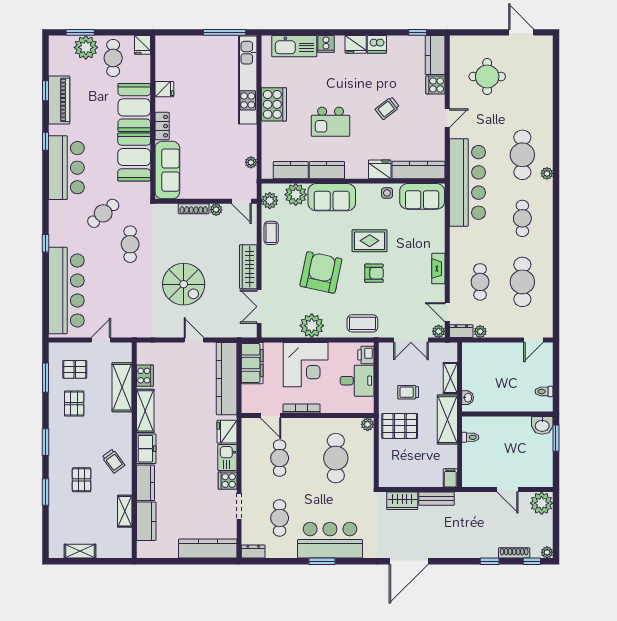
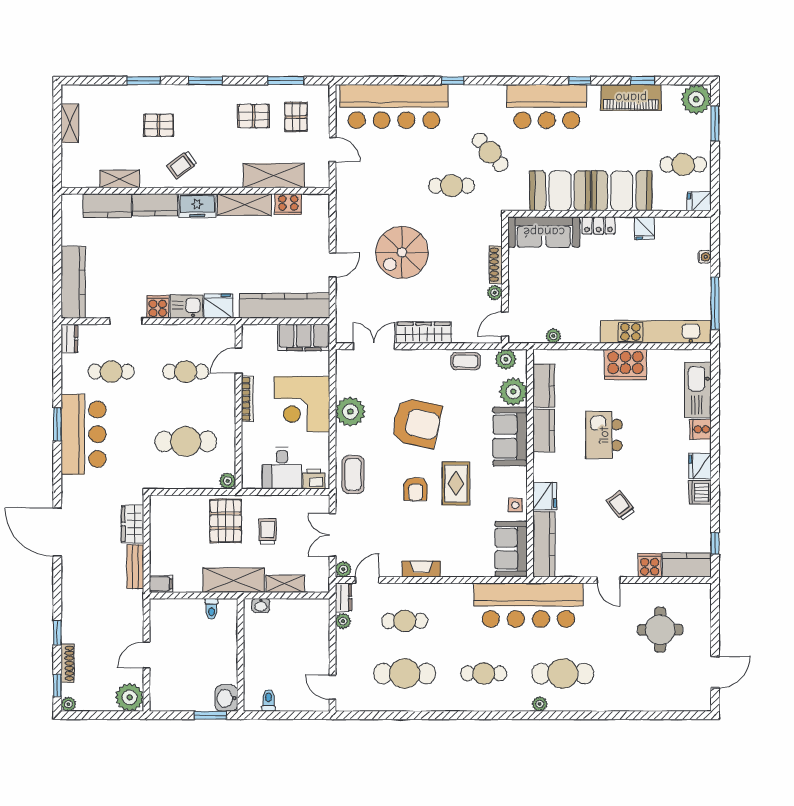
water cooler: (187, 41) -> (705, 257), added
plant: (86, 47) -> (696, 99), moved

